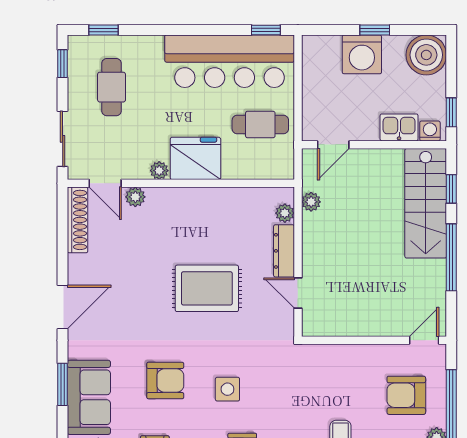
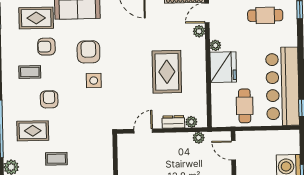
dresser: (284, 251) -> (173, 122), width x0.70
rug: (207, 288) -> (167, 72), moved
armchair: (165, 381) -> (88, 52), turned 180
side table: (227, 389) -> (94, 81), moved

